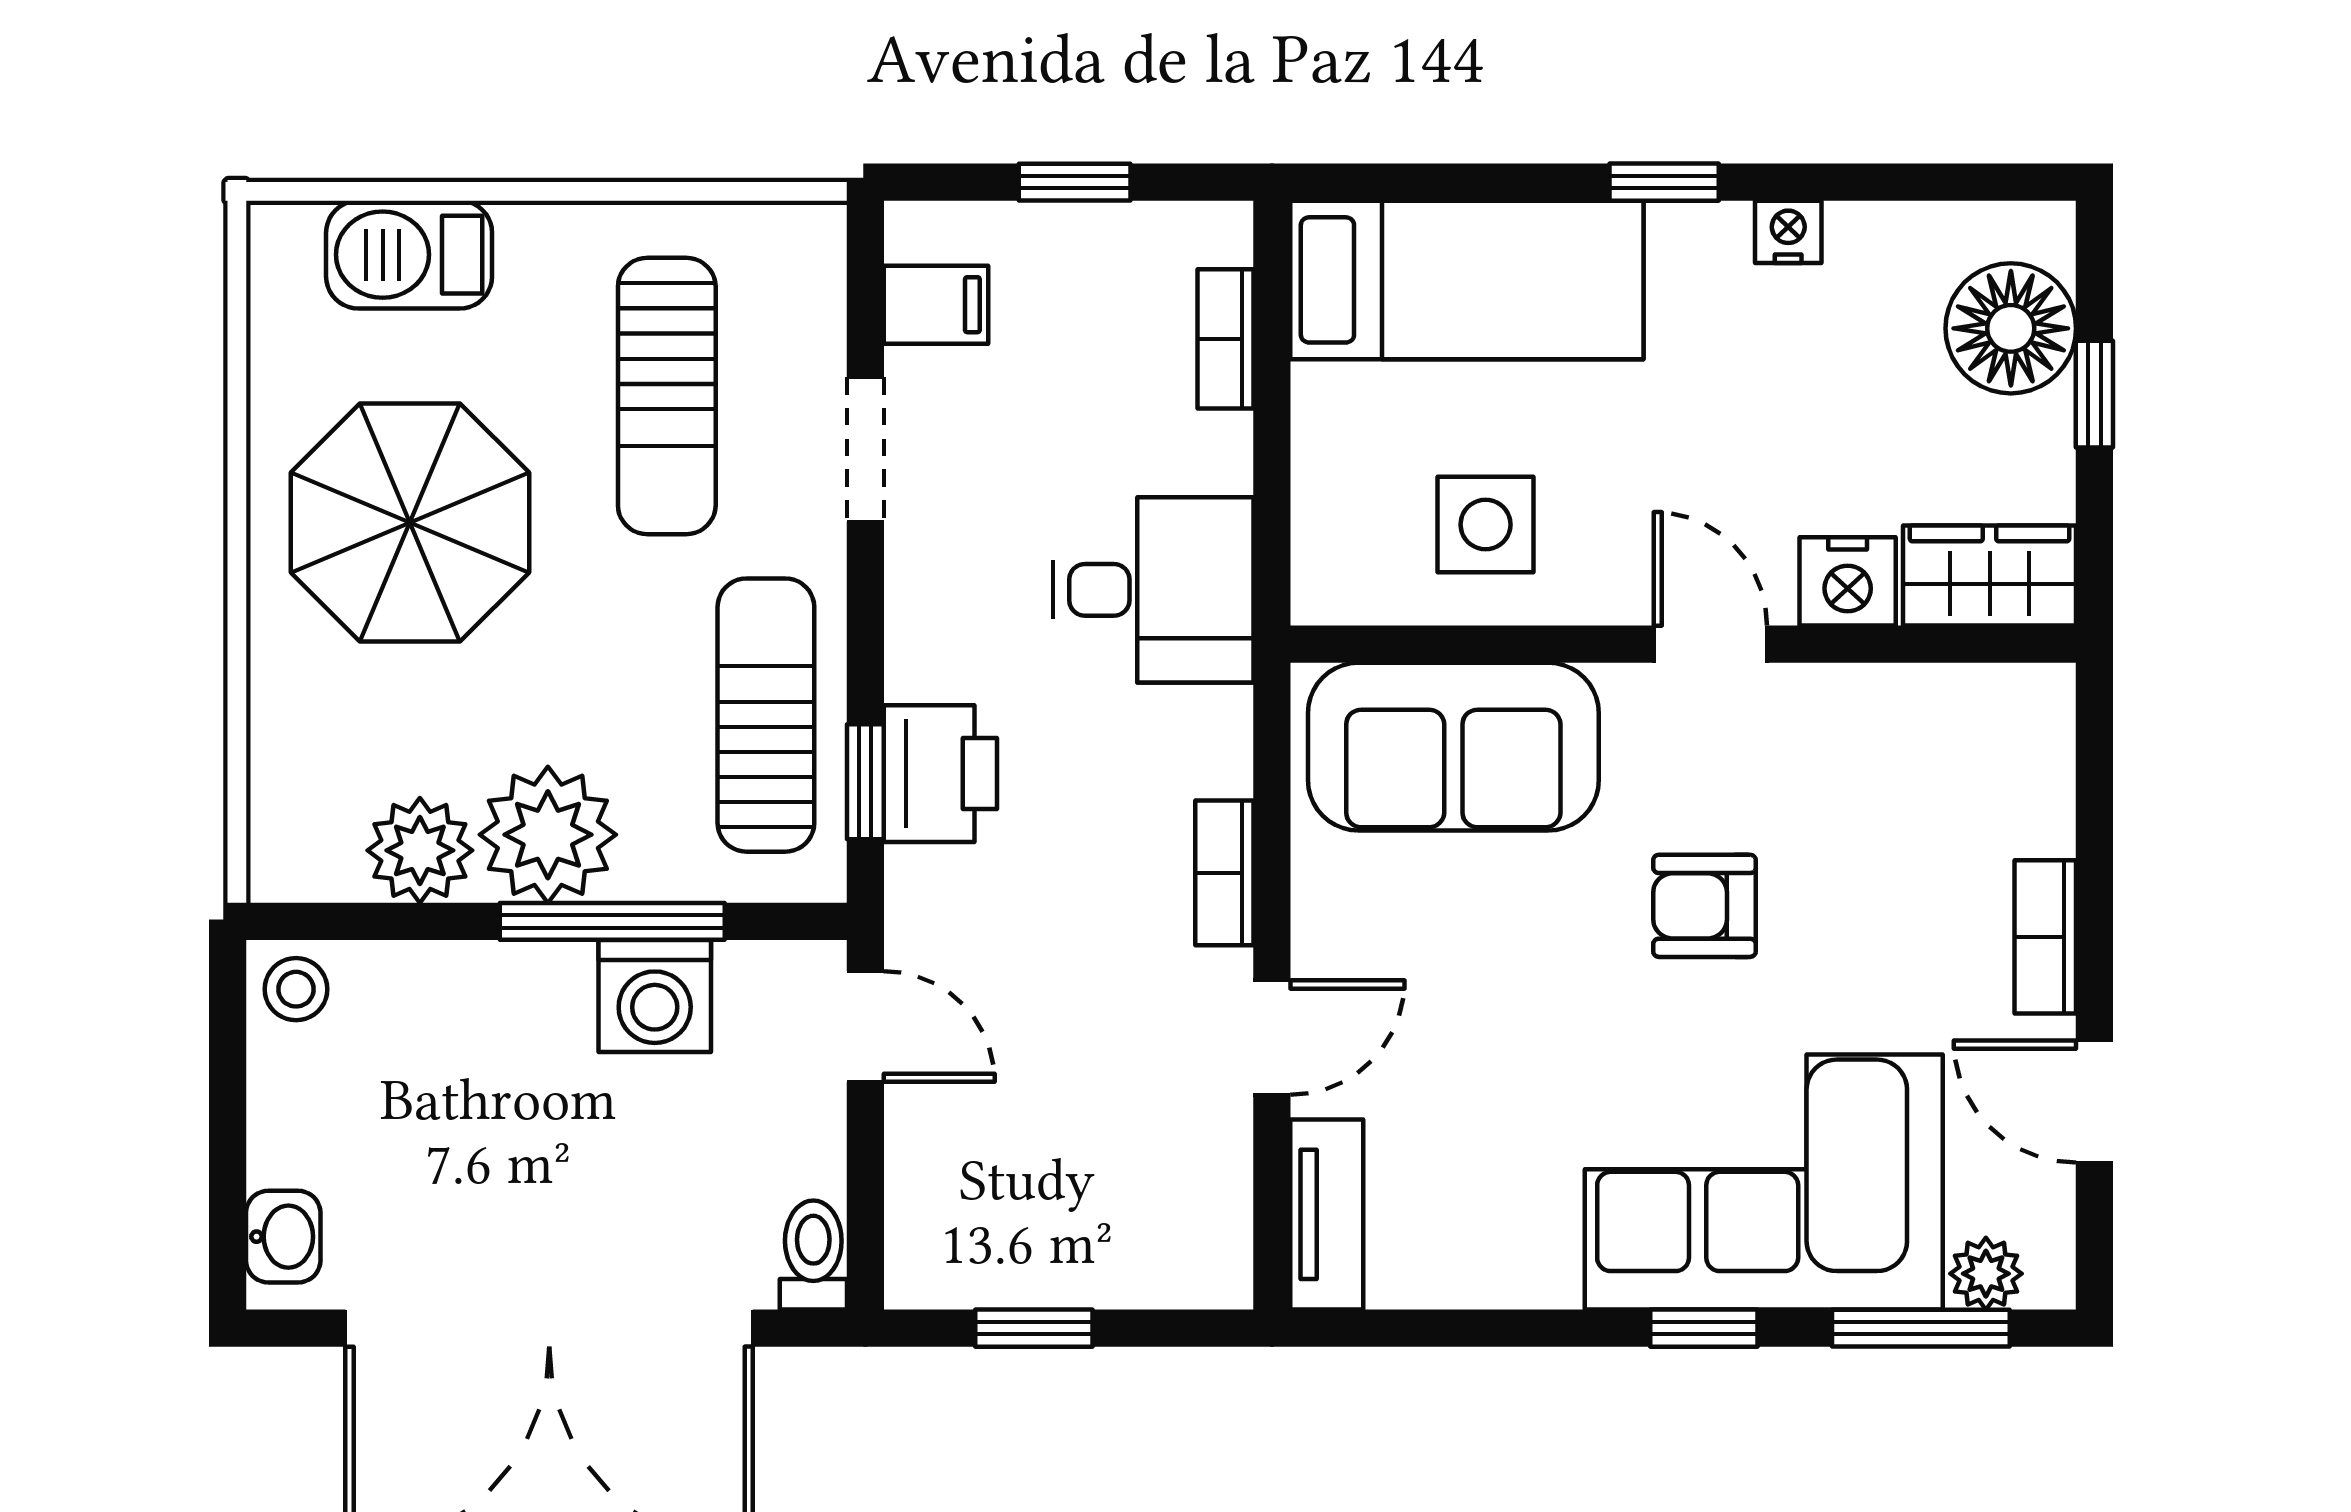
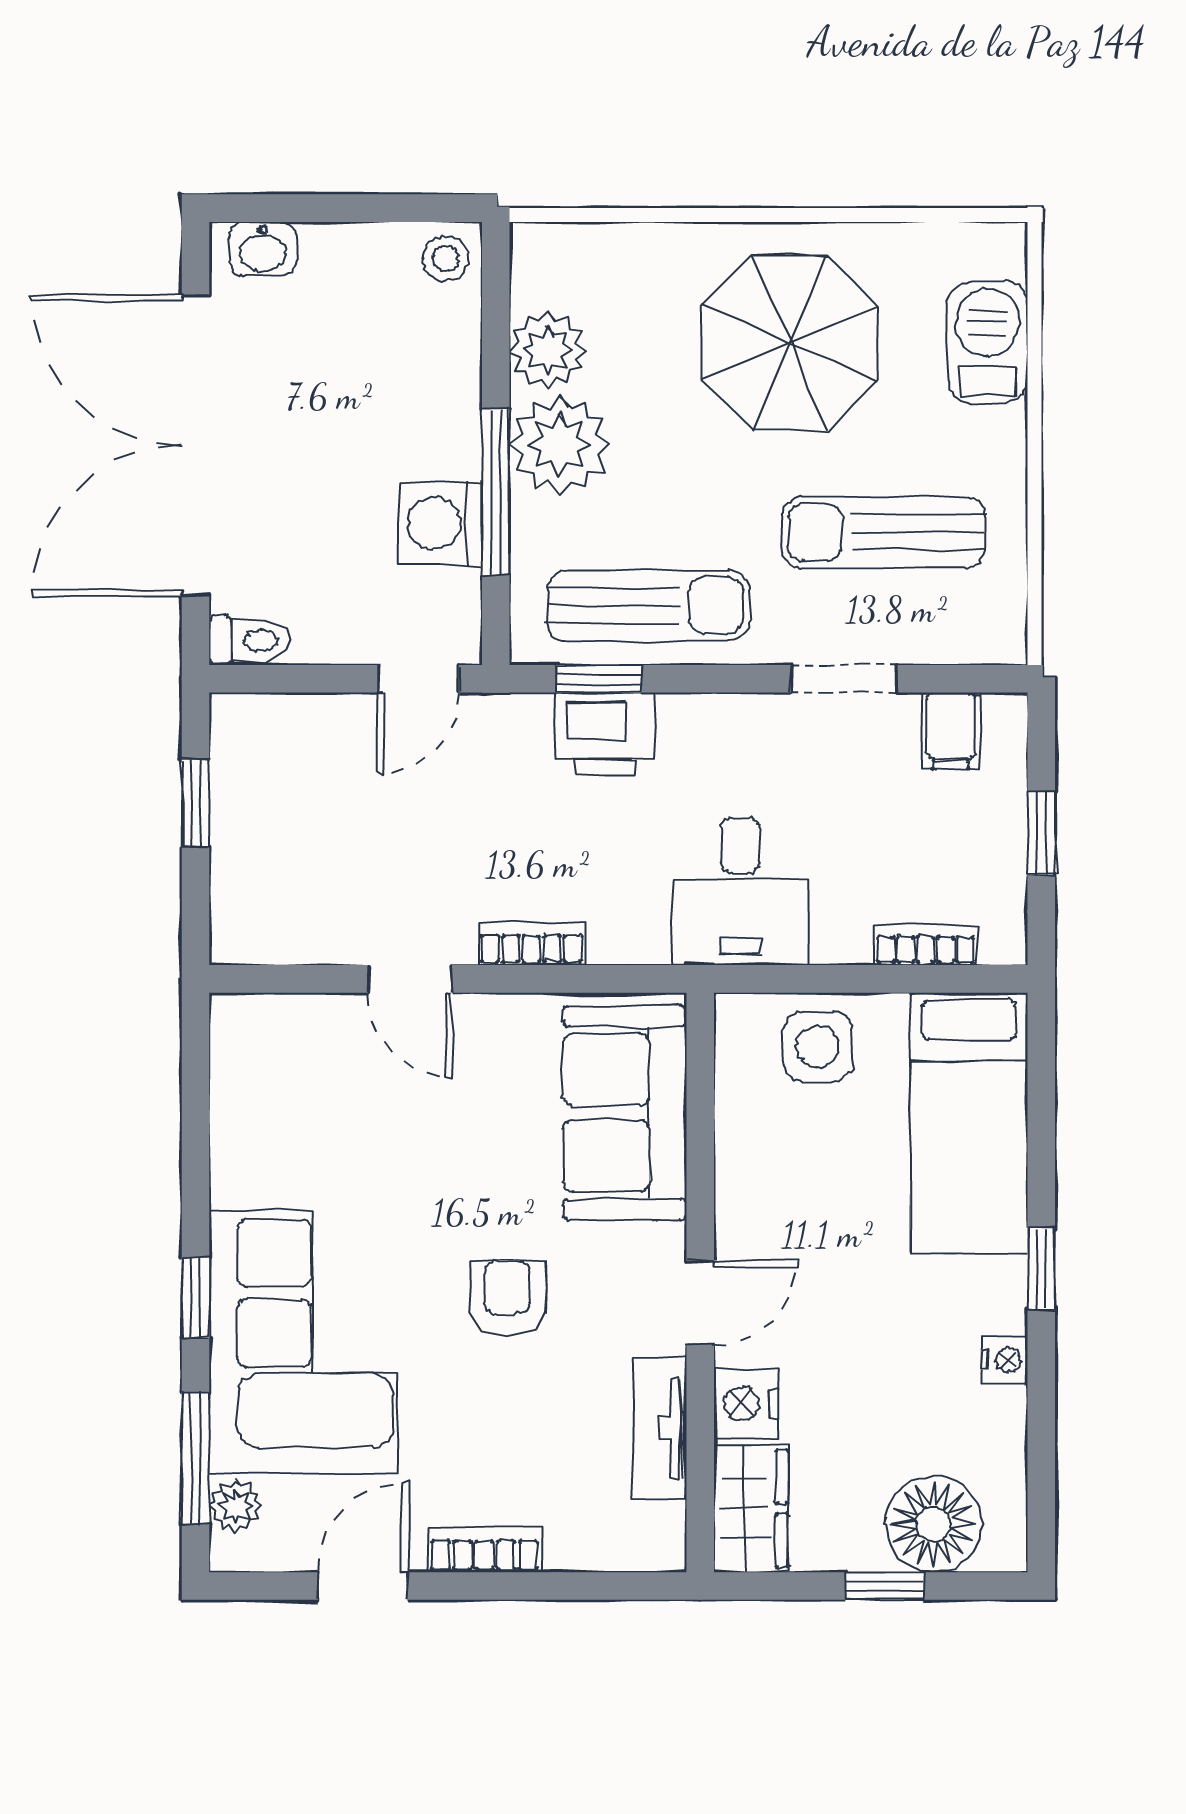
side table: (1486, 525) -> (818, 1046), moved
tv unit: (1327, 1214) -> (660, 1429), moved, turned 90

